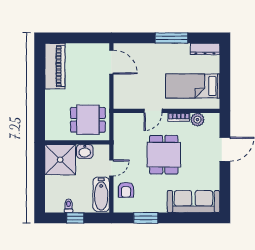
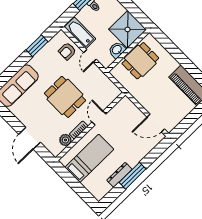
dresser: (205, 49) -> (119, 175), moved
dining table: (88, 120) -> (140, 61), moved
armchair: (126, 190) -> (67, 51), turned -90

